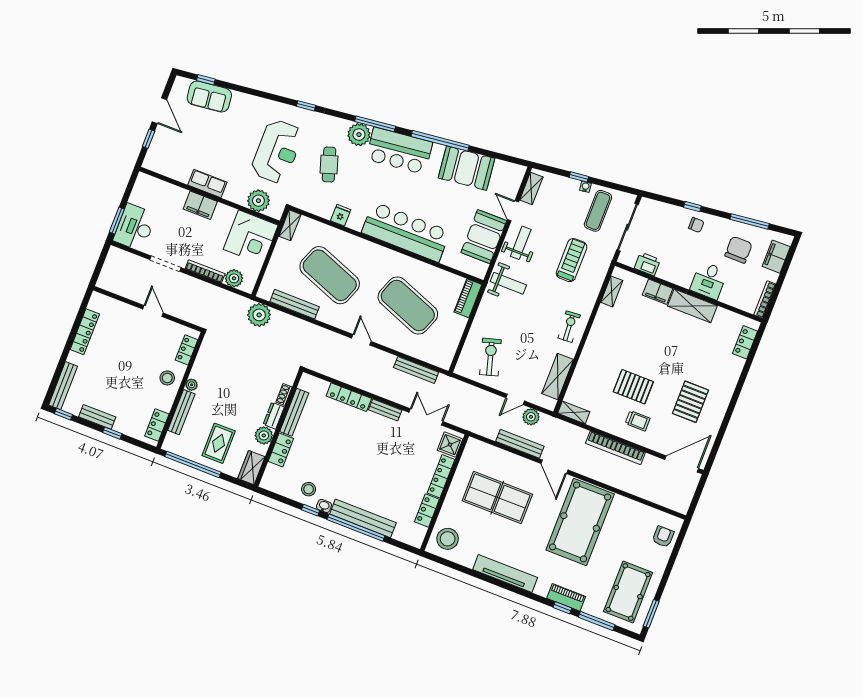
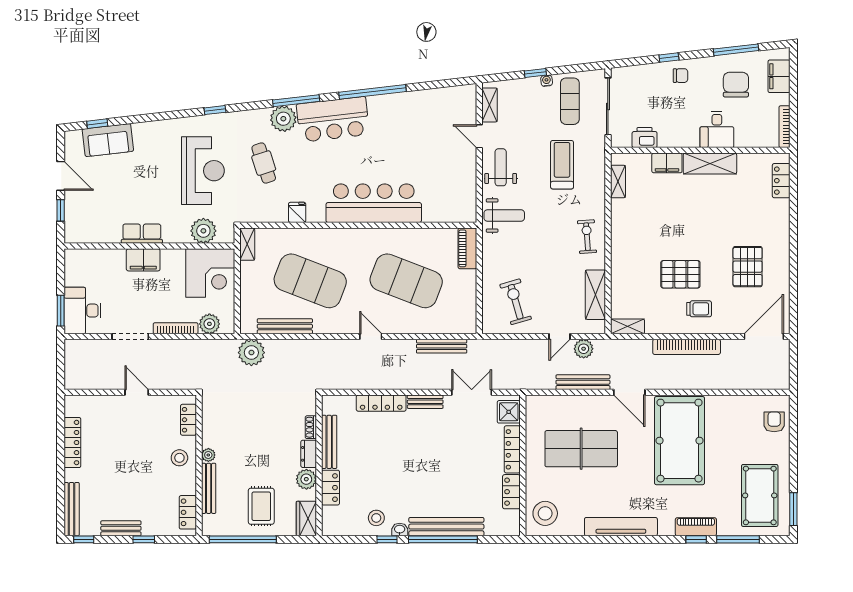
booth: (467, 168) -> (412, 110), removed
booth: (484, 237) -> (459, 176), removed

